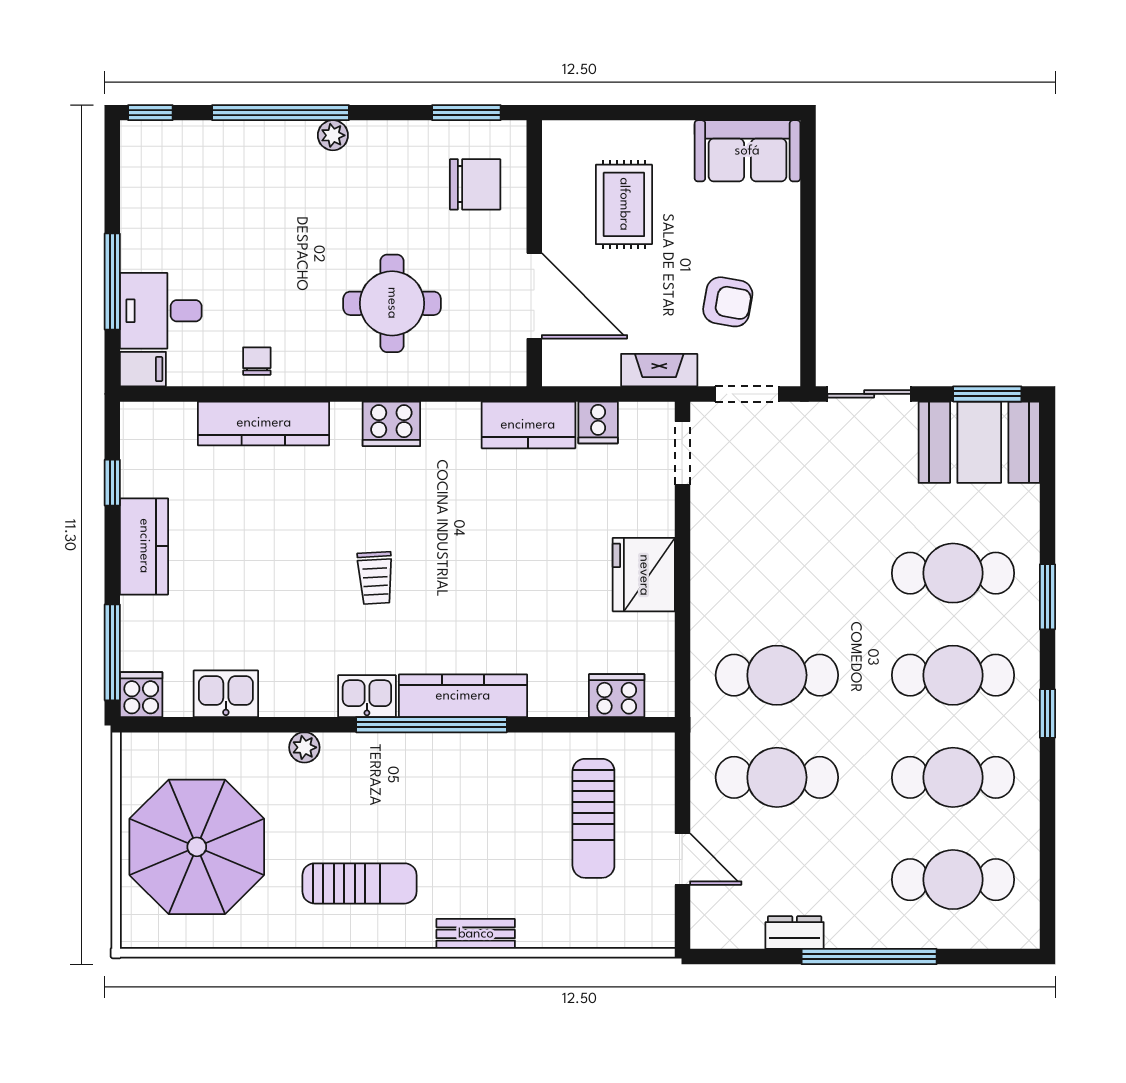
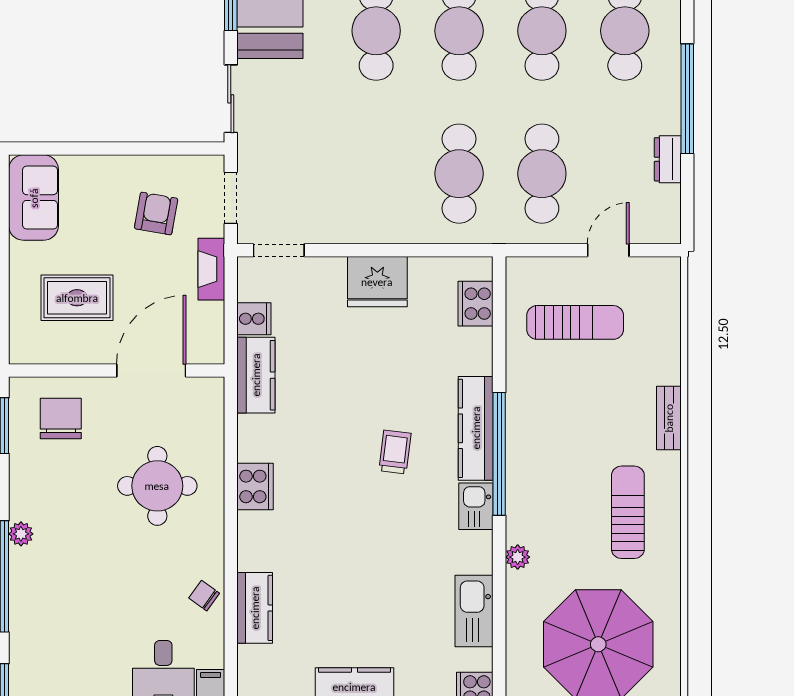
chair: (257, 361) -> (204, 596), turned 36
kitchen counter: (264, 423) -> (255, 608), width x0.67
trolley: (375, 578) -> (395, 452), moved, turned -80
kitchen sink: (226, 694) -> (474, 611), width x1.38

